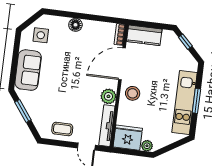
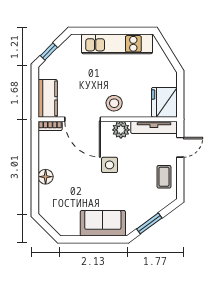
side table: (41, 35) -> (110, 165), moved
window: (196, 101) -> (114, 31), removed
plant: (147, 146) -> (171, 80), removed

